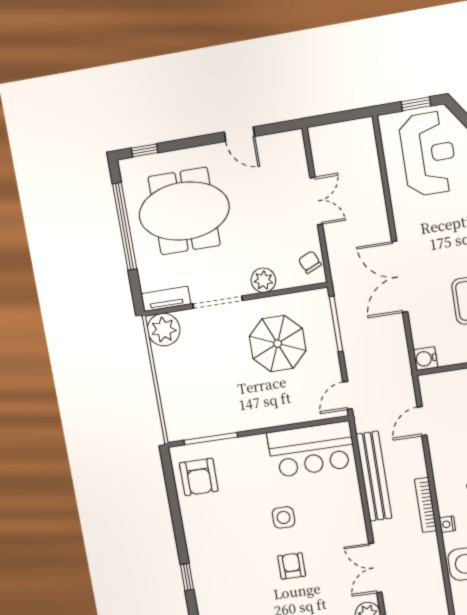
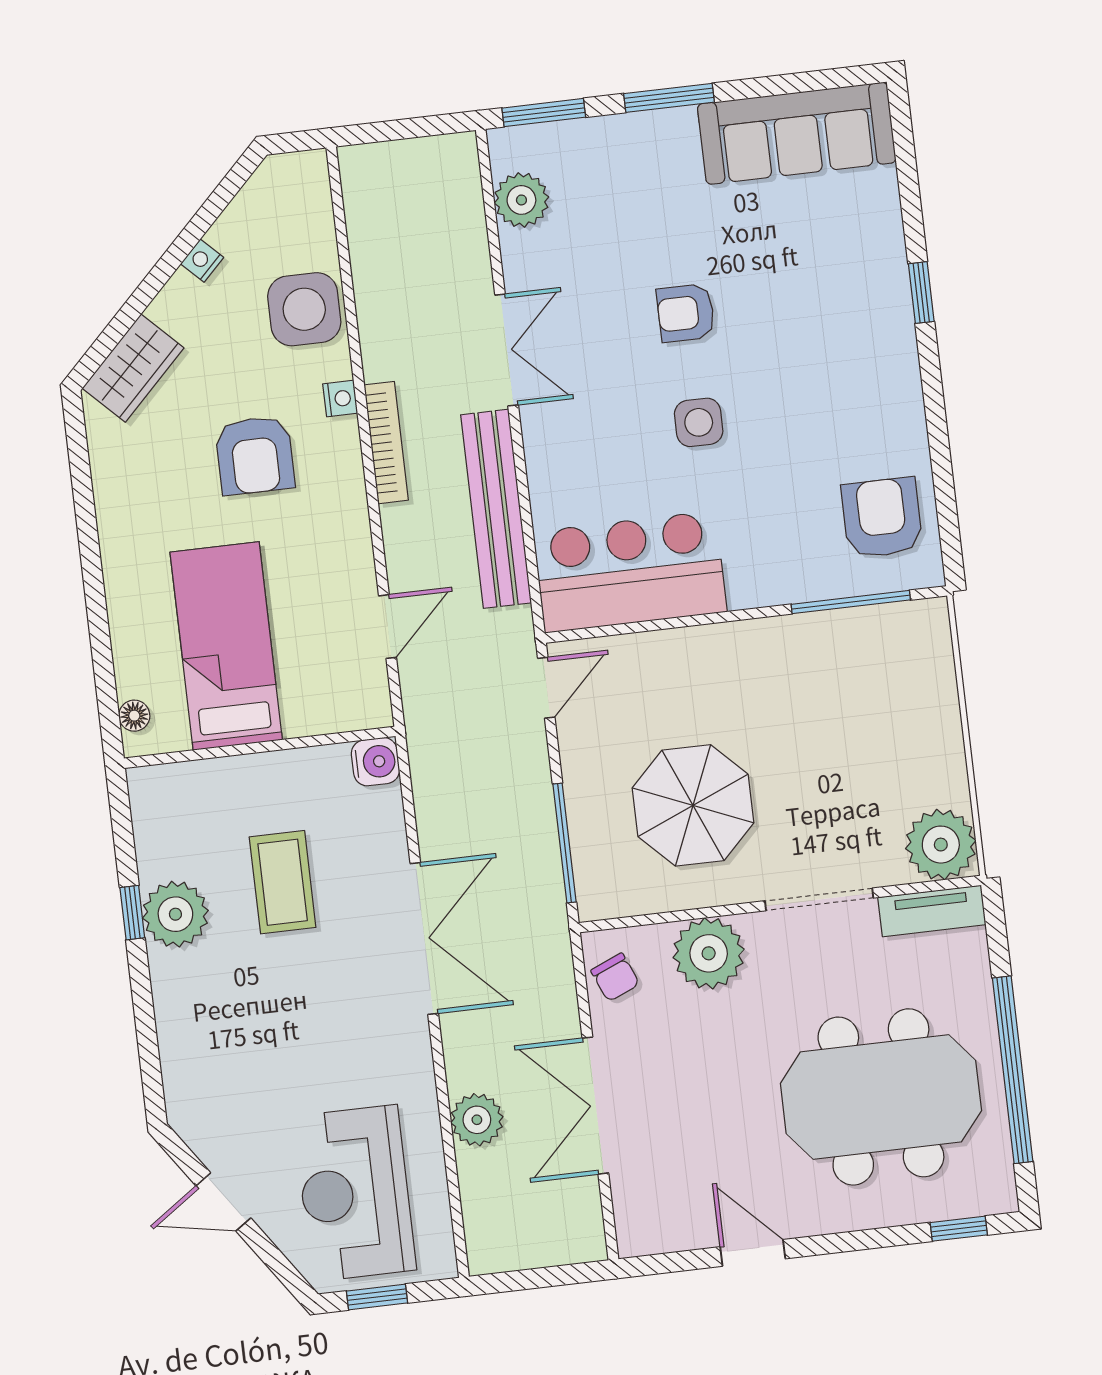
plant: (372, 192) -> (477, 1120), added
double door: (316, 201) -> (595, 1106), width x1.37
plant: (263, 280) -> (709, 953), width x1.36, depth x1.36
armchair: (292, 566) -> (686, 313), turned 90
double door: (375, 568) -> (507, 350), moved

